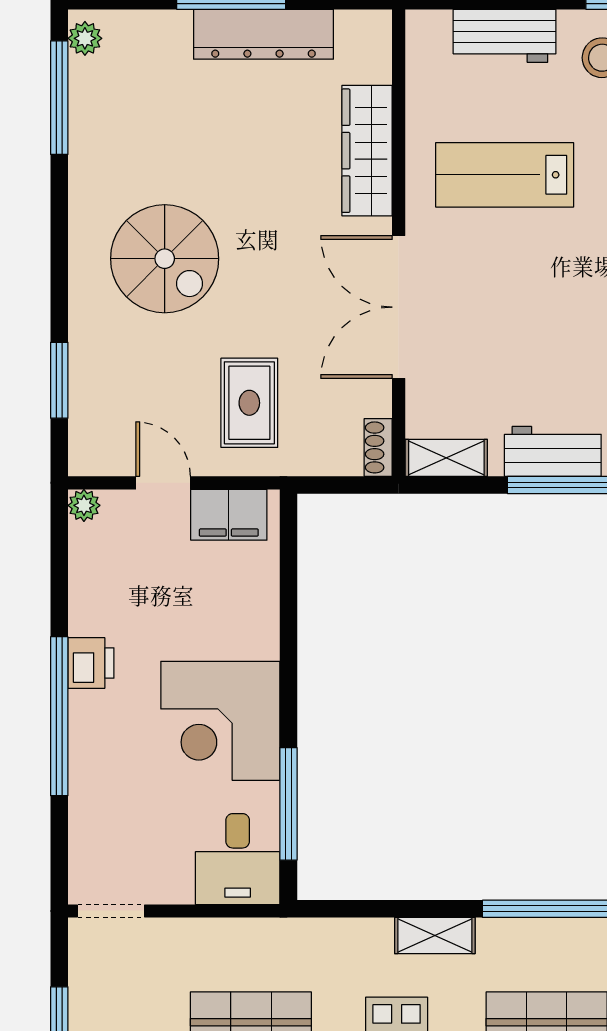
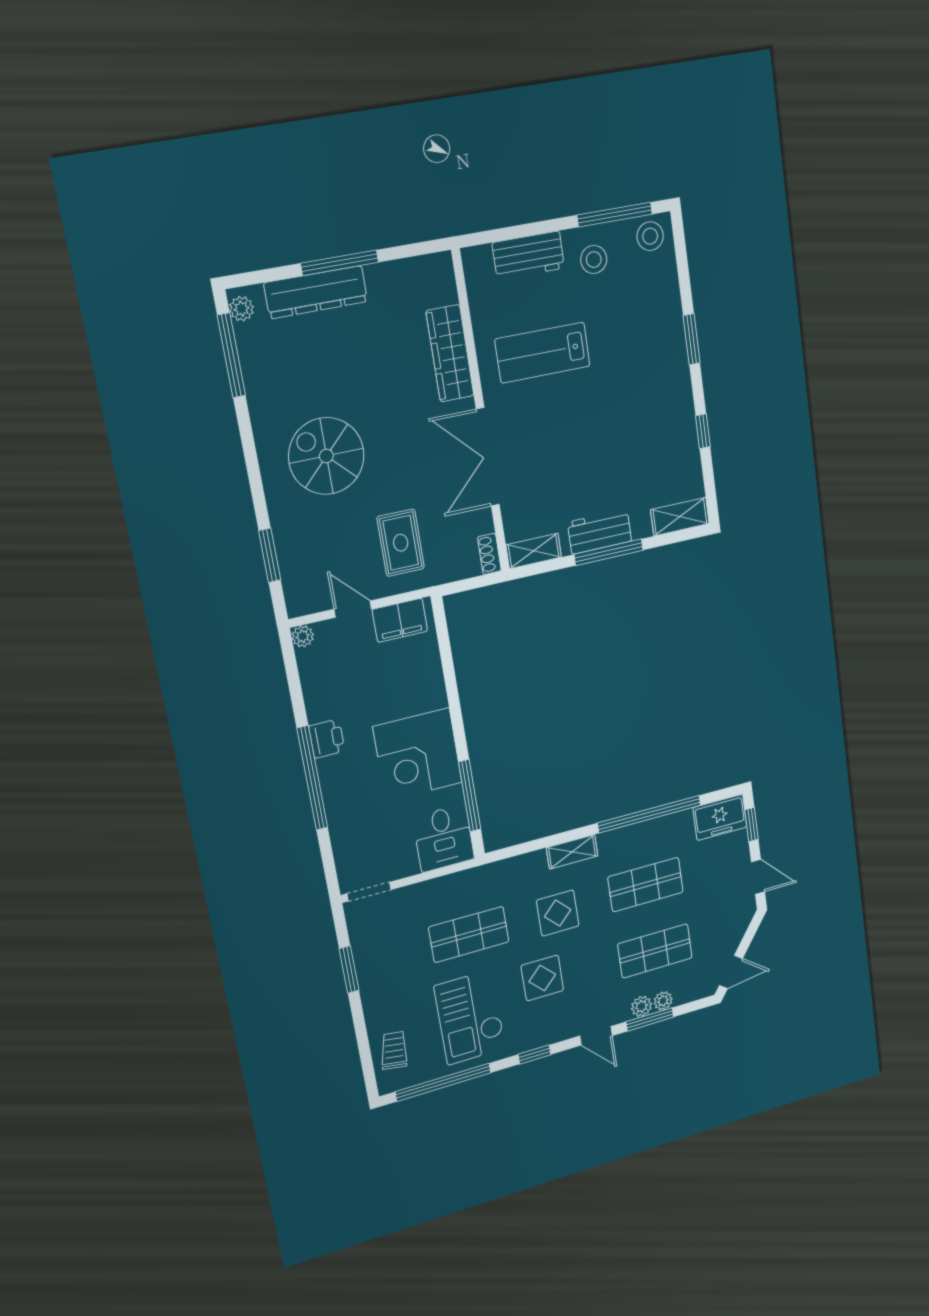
dresser: (263, 34) -> (316, 292), moved
spiral stairs: (165, 259) -> (326, 456), turned 180

